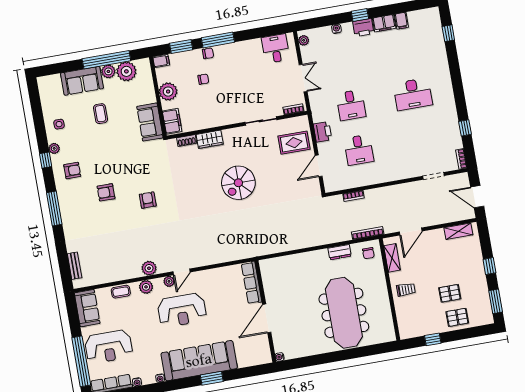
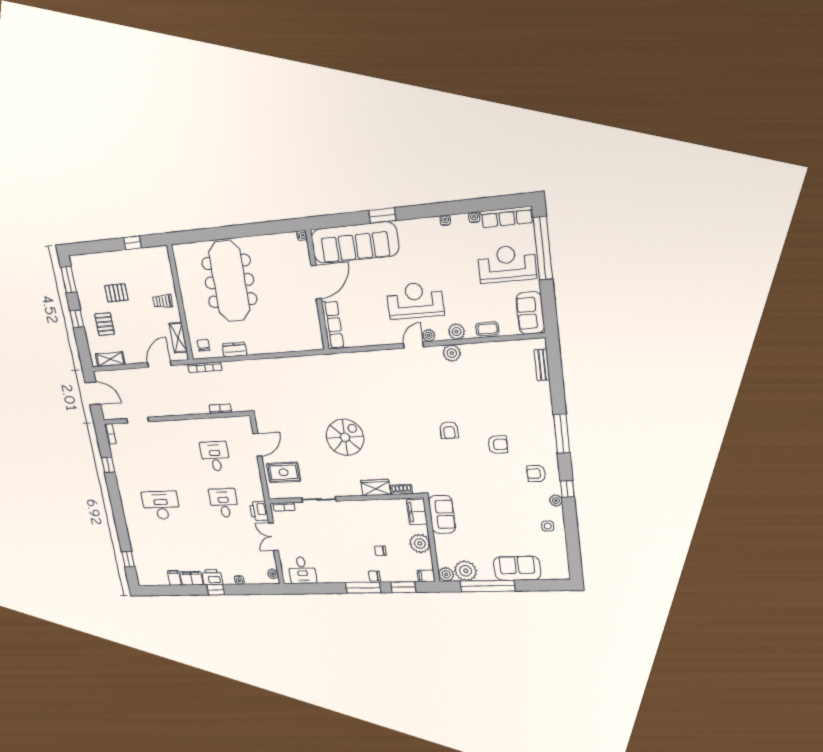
plant: (108, 71) -> (446, 574), moved
coffee table: (100, 114) -> (498, 531), removed
printer: (322, 132) -> (259, 511), moved
pallet: (457, 317) -> (105, 324), moved, turned 90
sofa: (199, 361) -> (355, 242), moved

